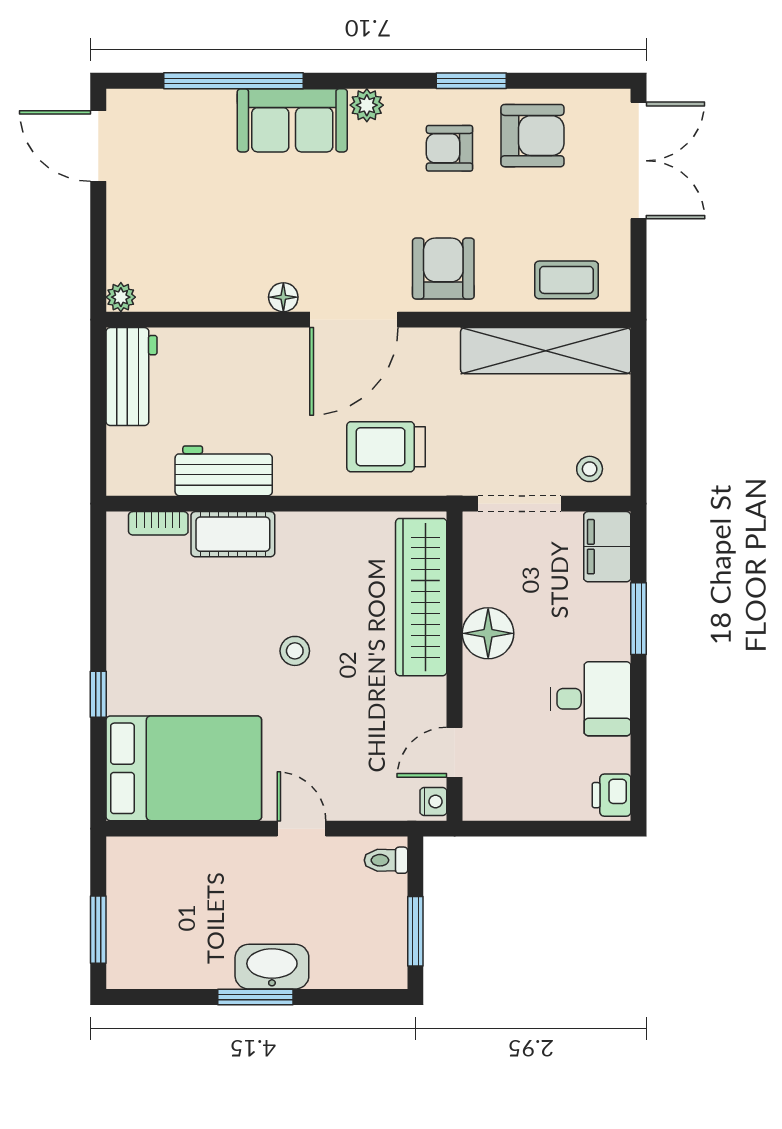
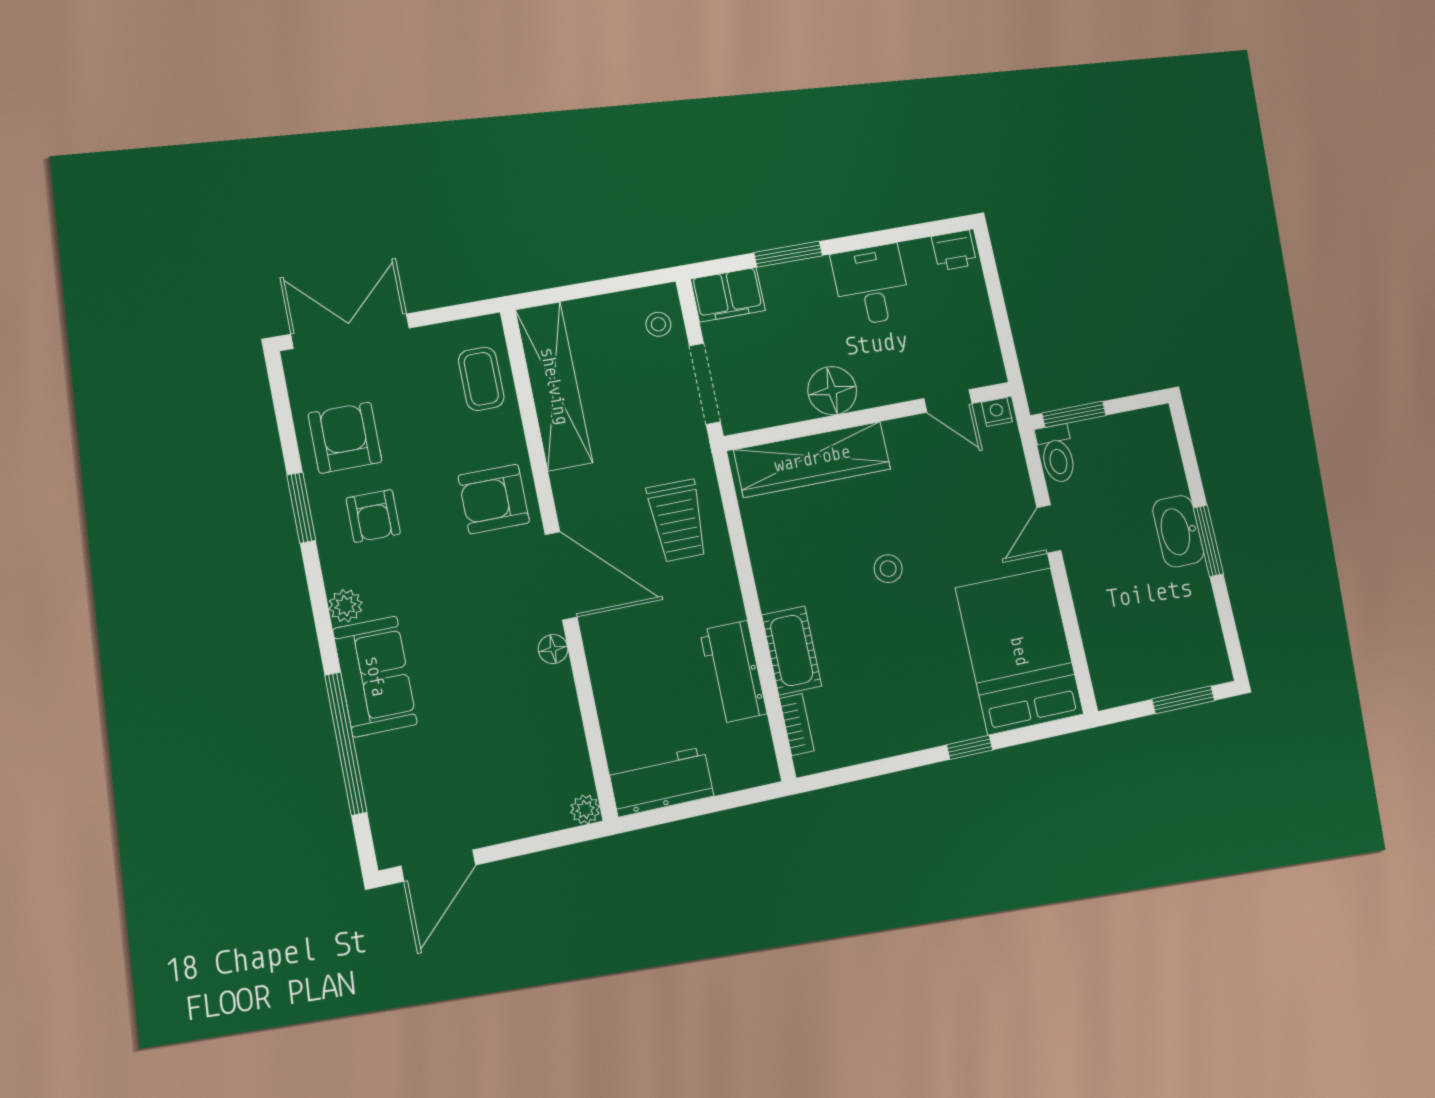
toilet: (386, 860) -> (1057, 454), width x1.37, depth x1.39
window: (415, 931) -> (1074, 414), moved

